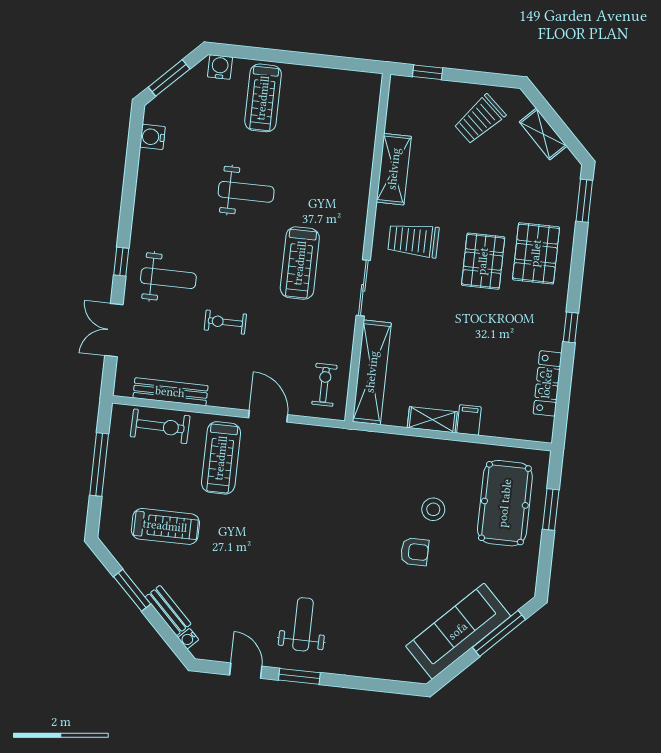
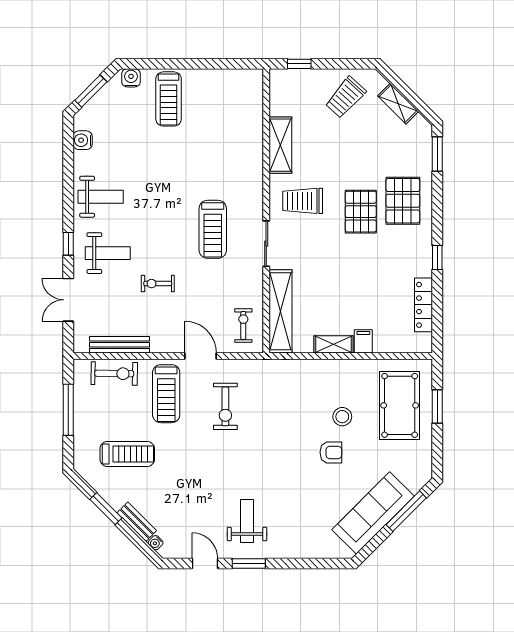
weight bench: (246, 192) -> (101, 197), moved
exercise bike: (292, 481) -> (225, 406), added

